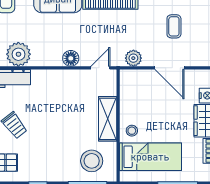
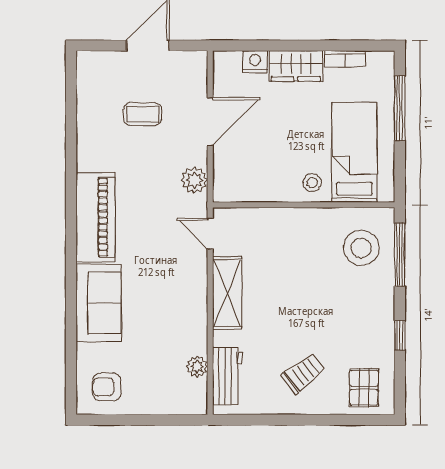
plant: (18, 54) -> (197, 367), width x0.53, depth x0.53
floor lamp: (71, 58) -> (195, 282), removed
shelving: (108, 119) -> (227, 293), moved, turned 90

